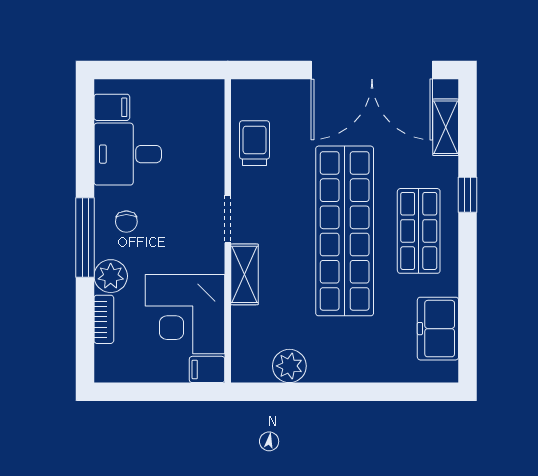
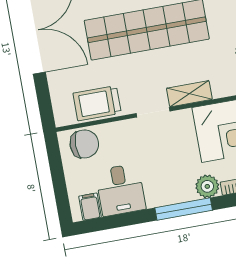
trolley: (255, 143) -> (97, 103), width x1.36, depth x1.39
chair: (126, 222) -> (84, 144), moved, width x1.87, depth x1.87

